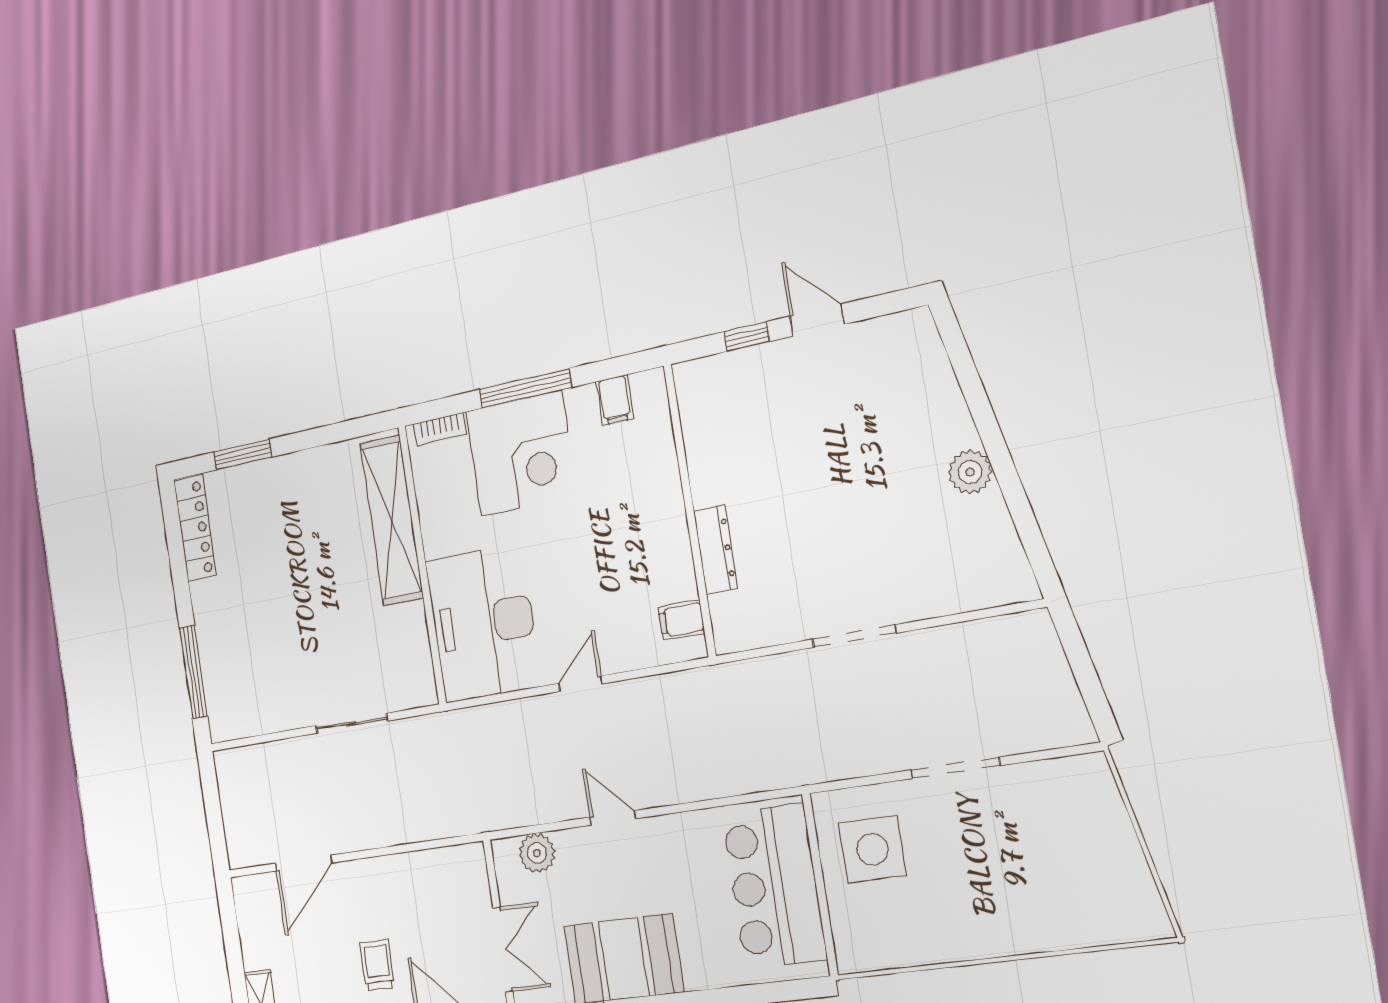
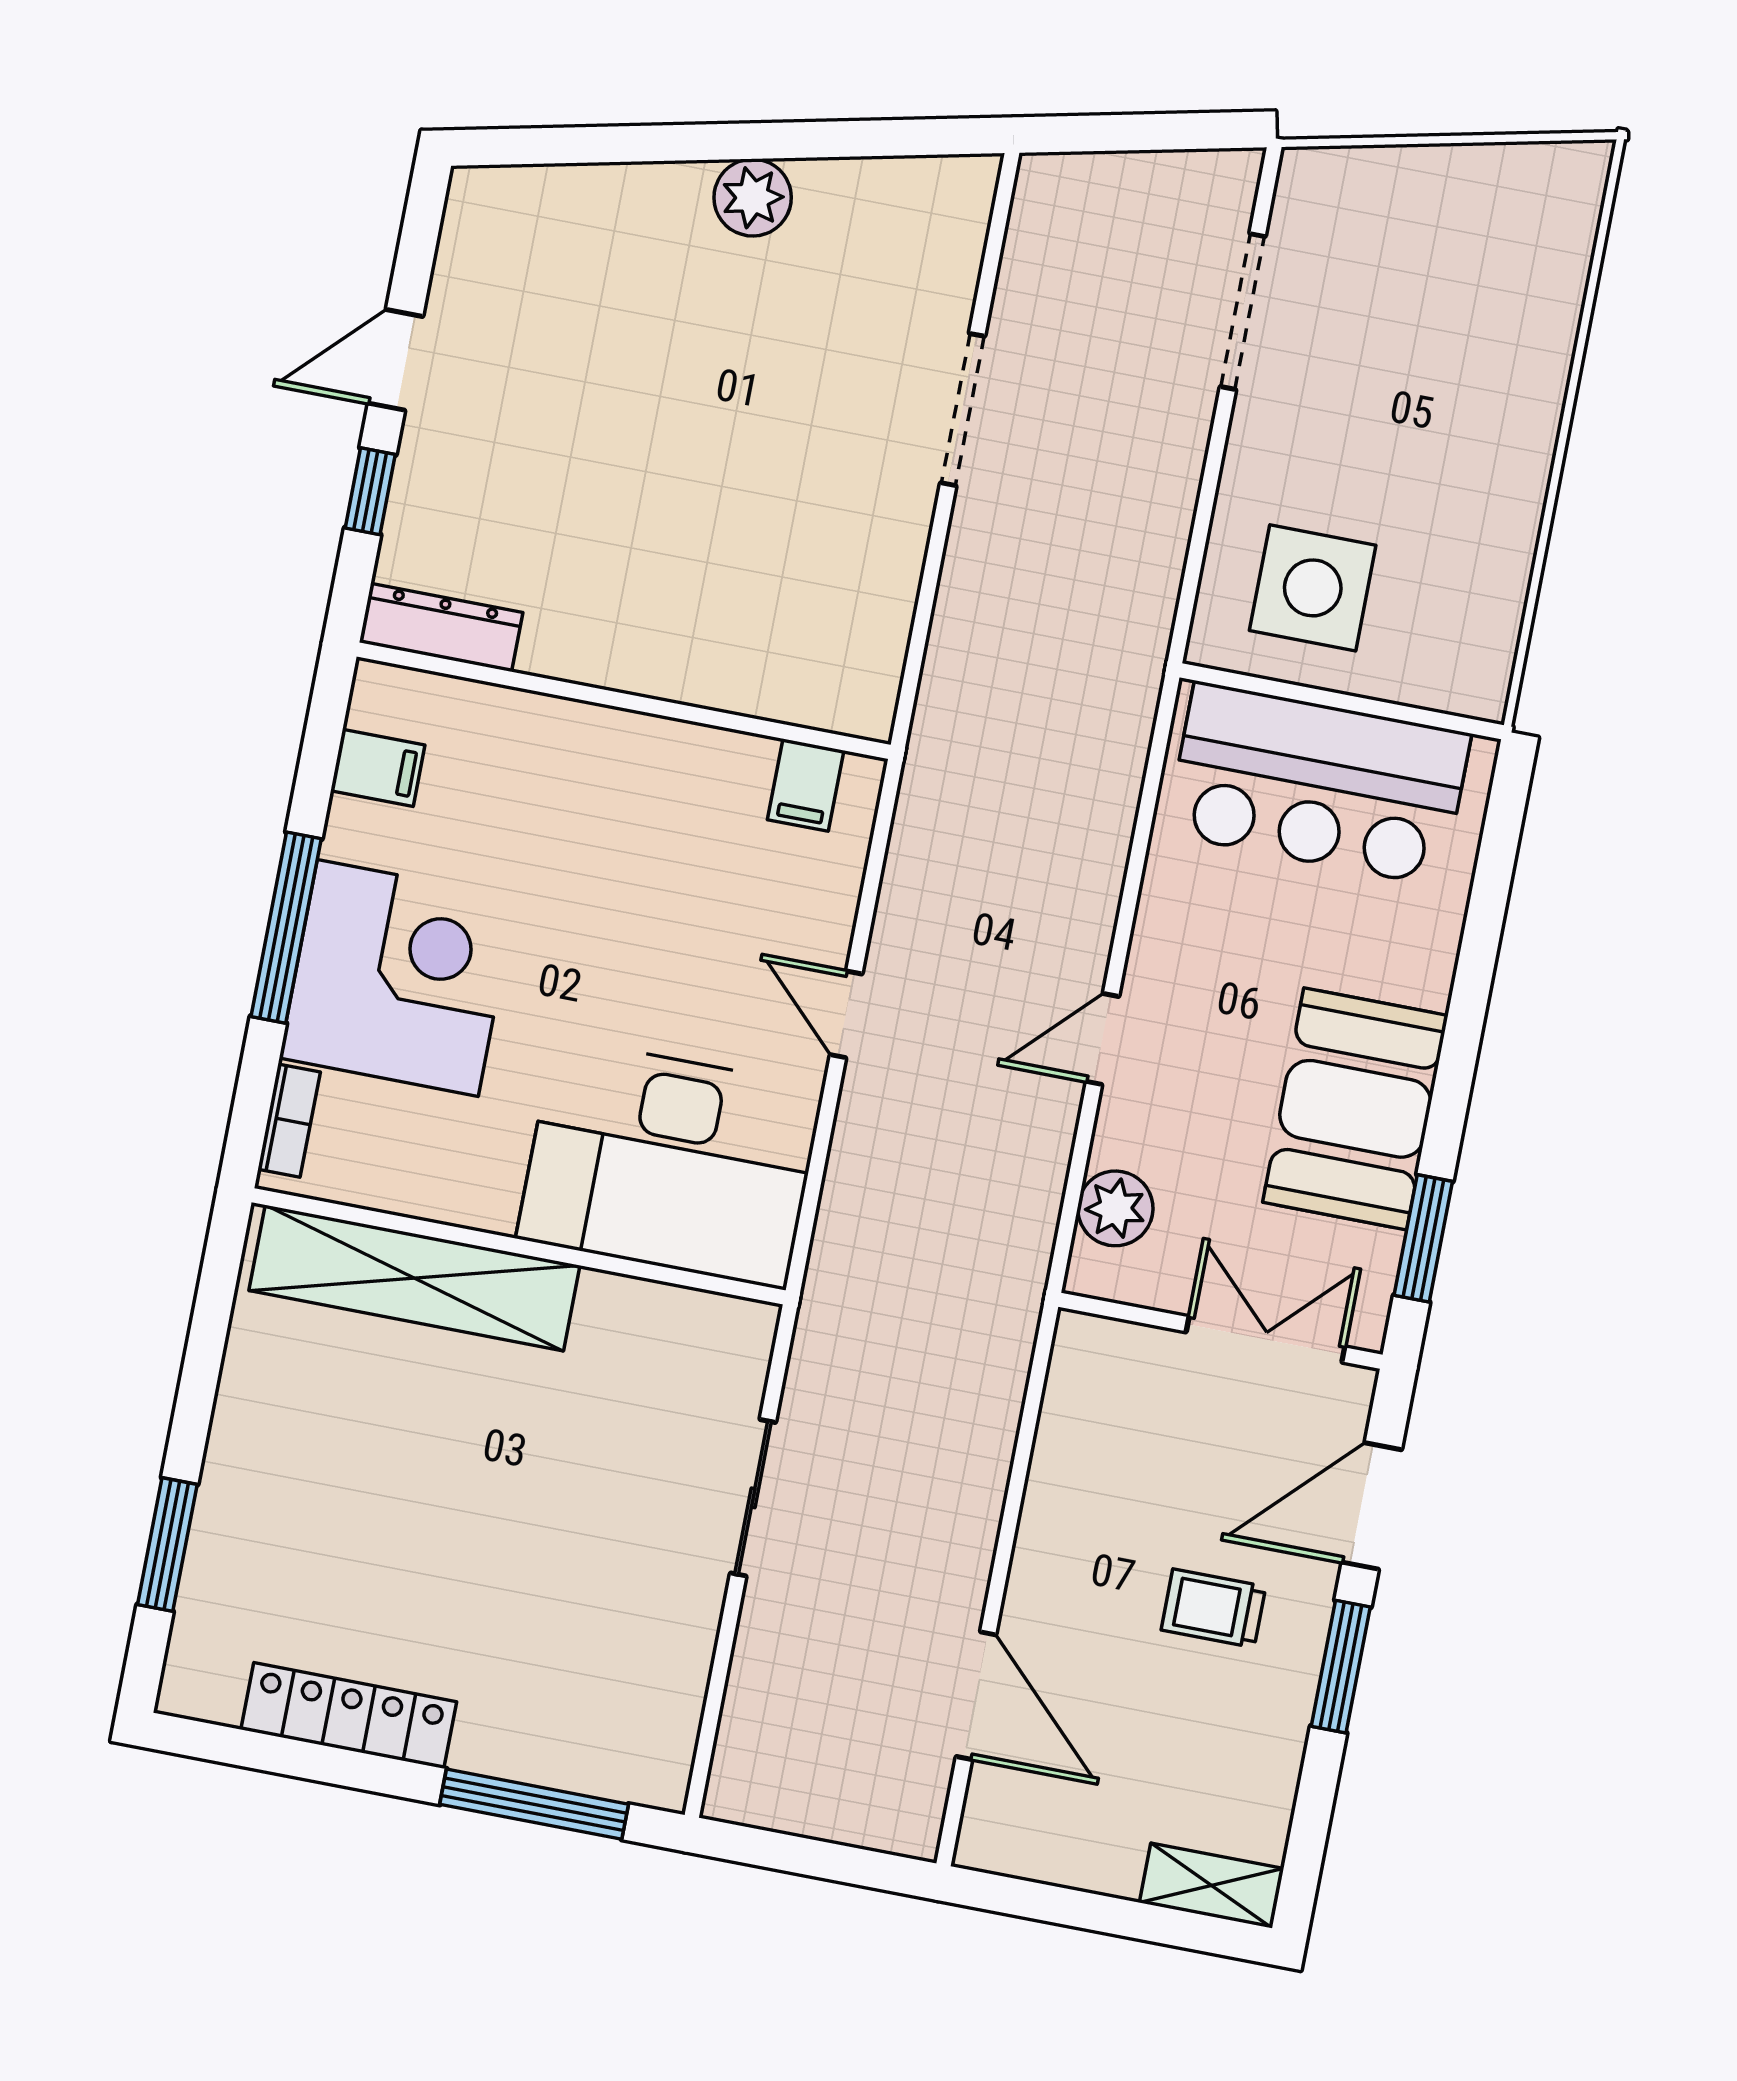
locker: (195, 528) -> (349, 1716), moved
dresser: (716, 550) -> (441, 627), moved
doorway: (854, 636) -> (963, 410), moved
doorway: (955, 768) -> (1243, 311), moved

